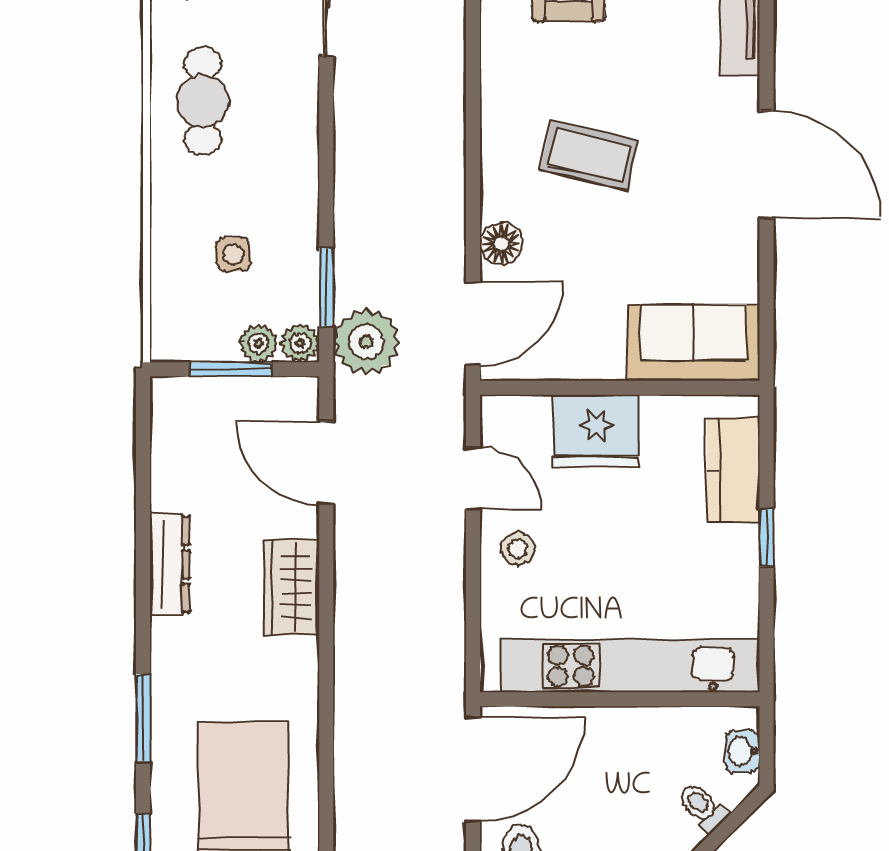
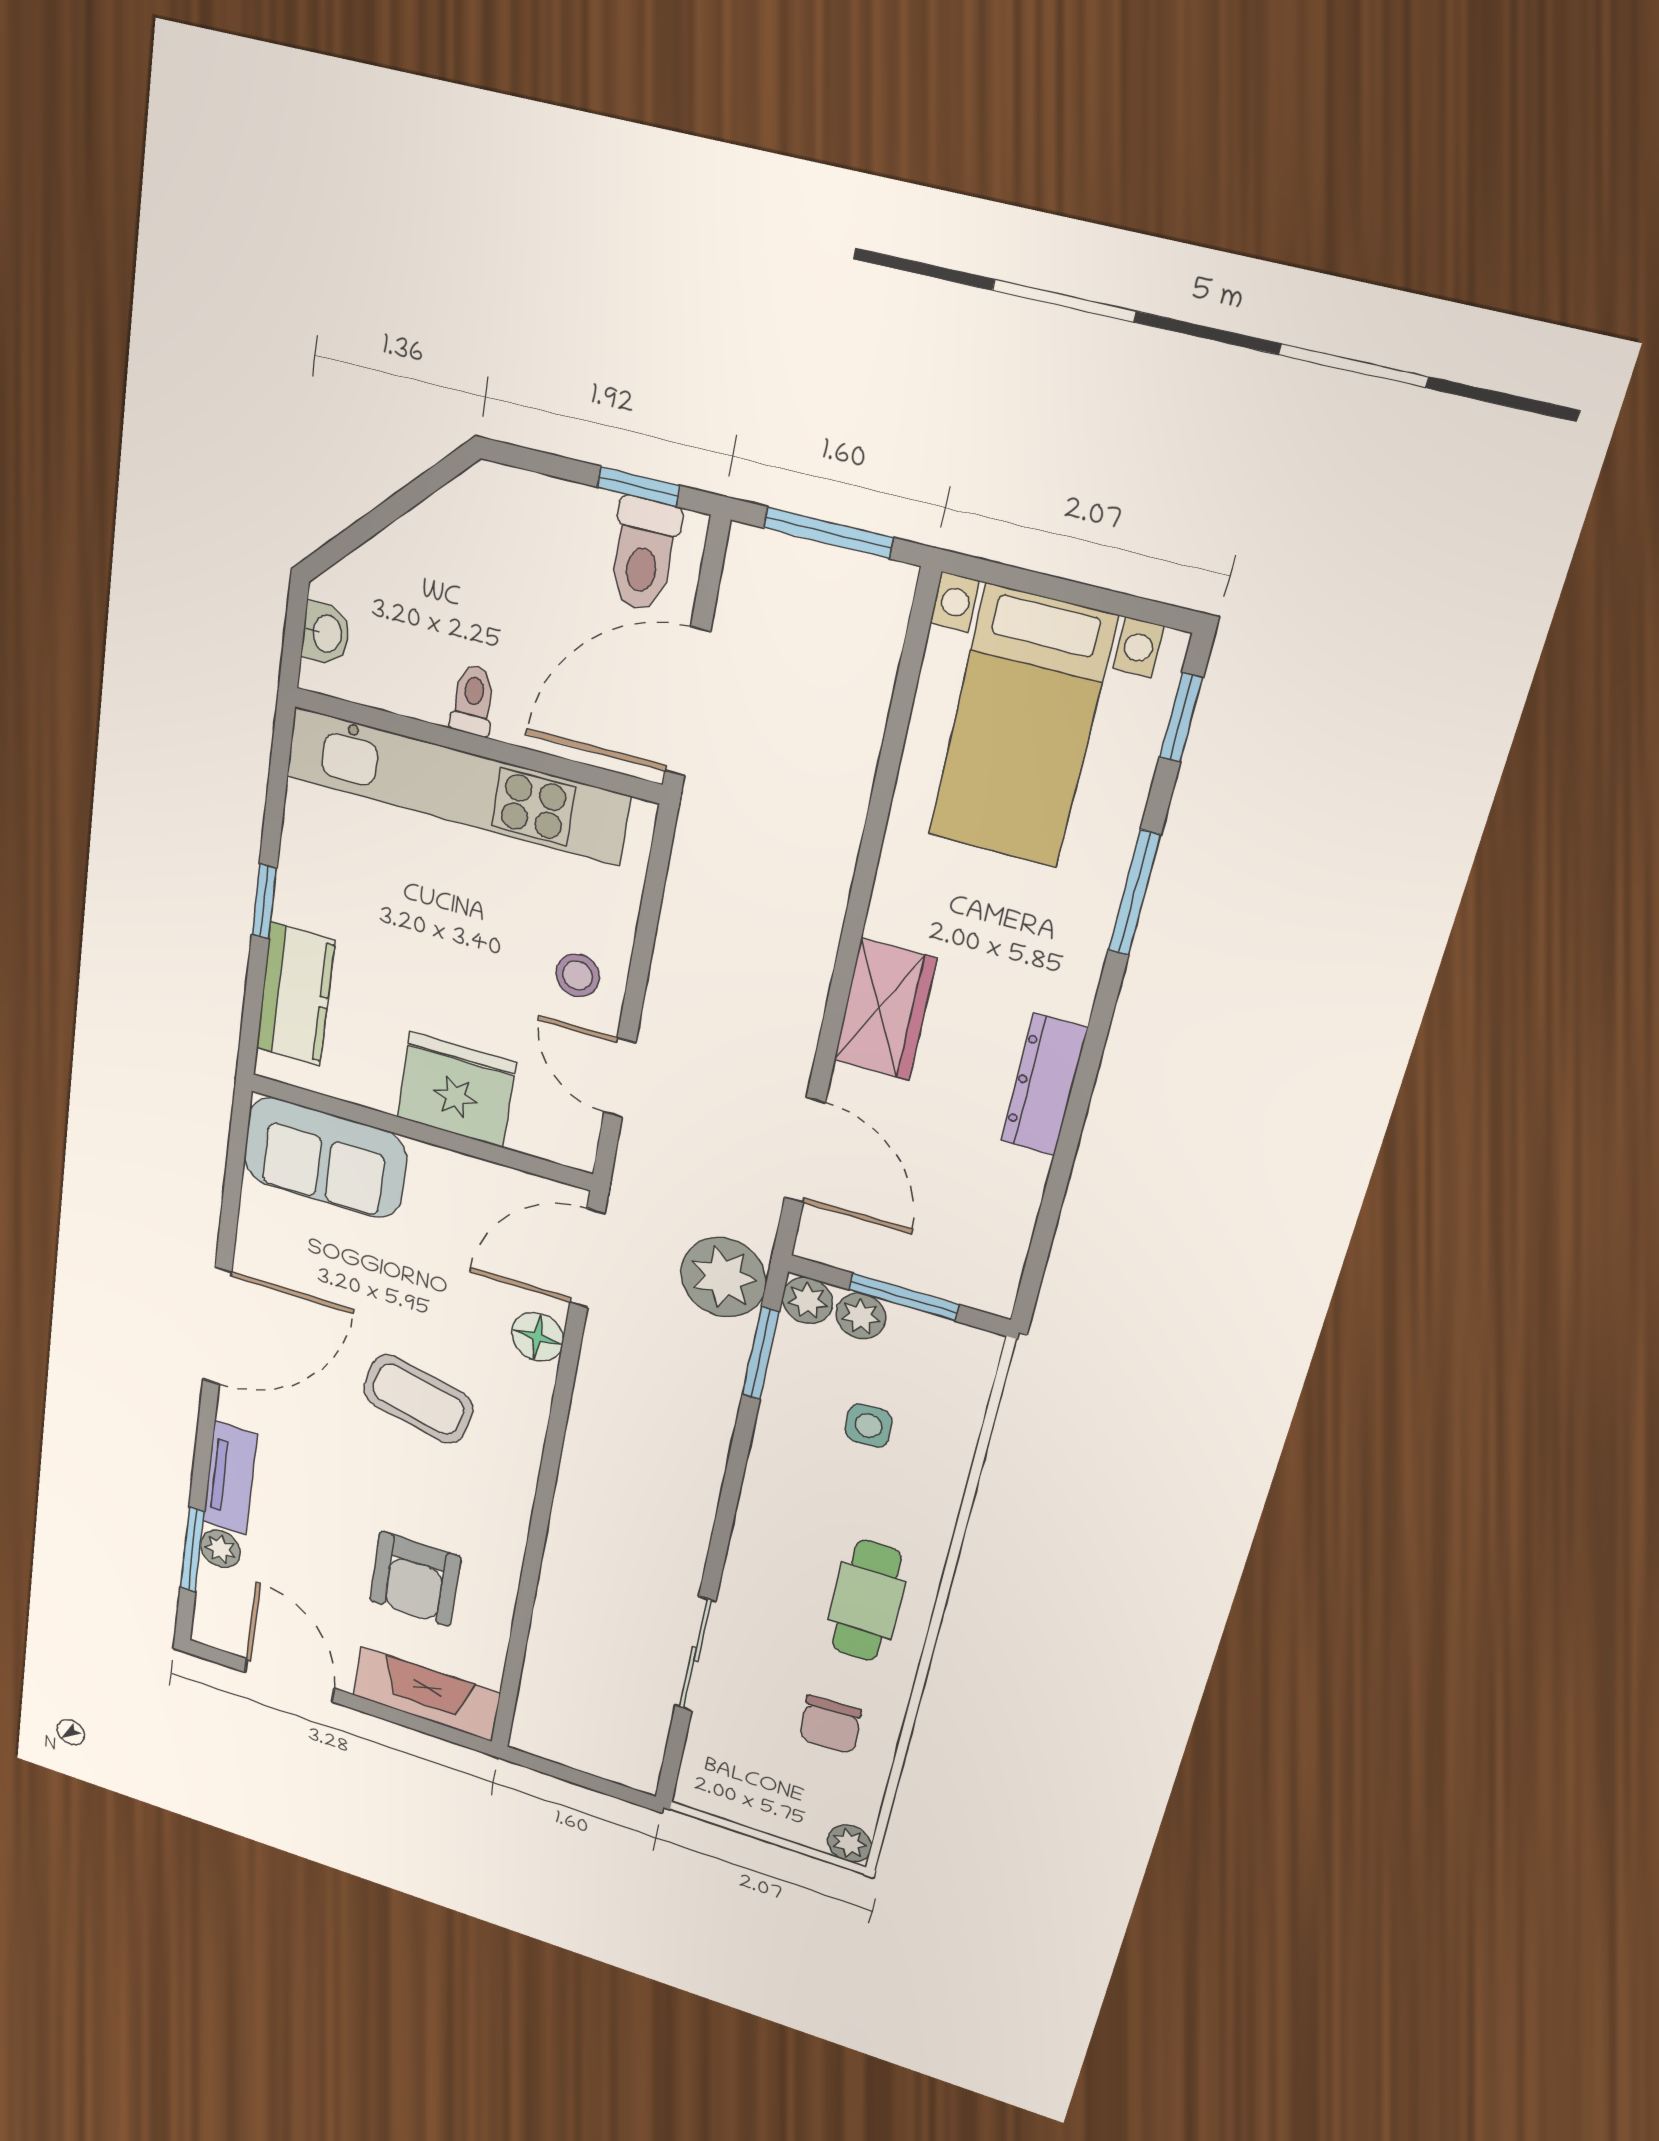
door: (766, 165) -> (217, 1326), swing flipped
toilet: (703, 807) -> (473, 700), moved, turned -135

